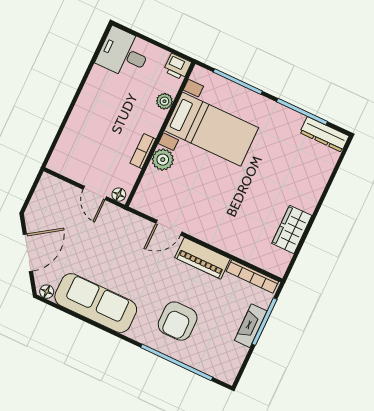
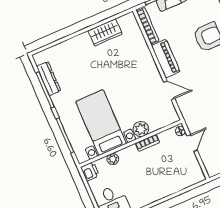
dresser: (324, 134) -> (49, 79), moved

